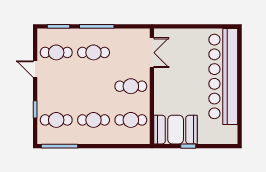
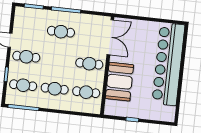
cafe table: (56, 52) -> (26, 57), moved
double door: (152, 53) -> (110, 37), width x1.37
booth: (176, 130) -> (119, 82), moved, turned 90

